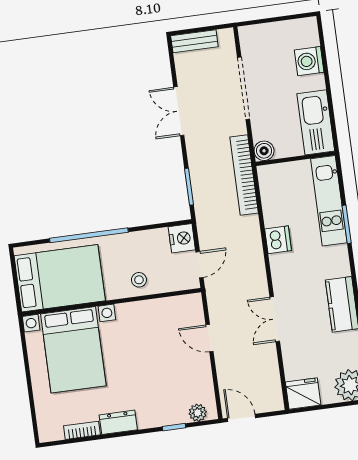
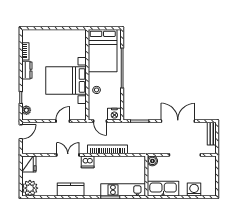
double door: (179, 111) -> (178, 121), width x1.37
bookcase: (244, 175) -> (108, 149), moved
dishwasher: (278, 240) -> (88, 162), moved
bed with nightstands: (73, 350) -> (66, 80), moved

